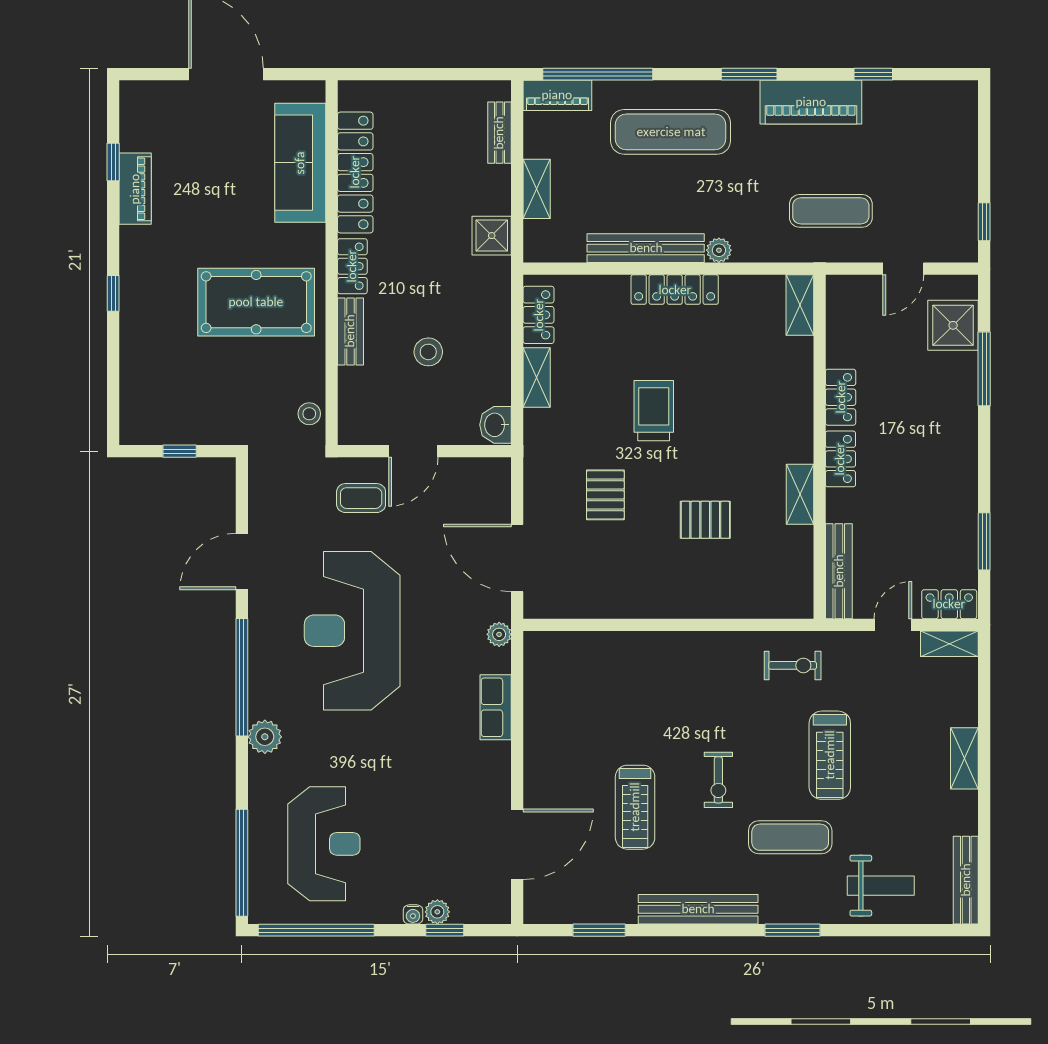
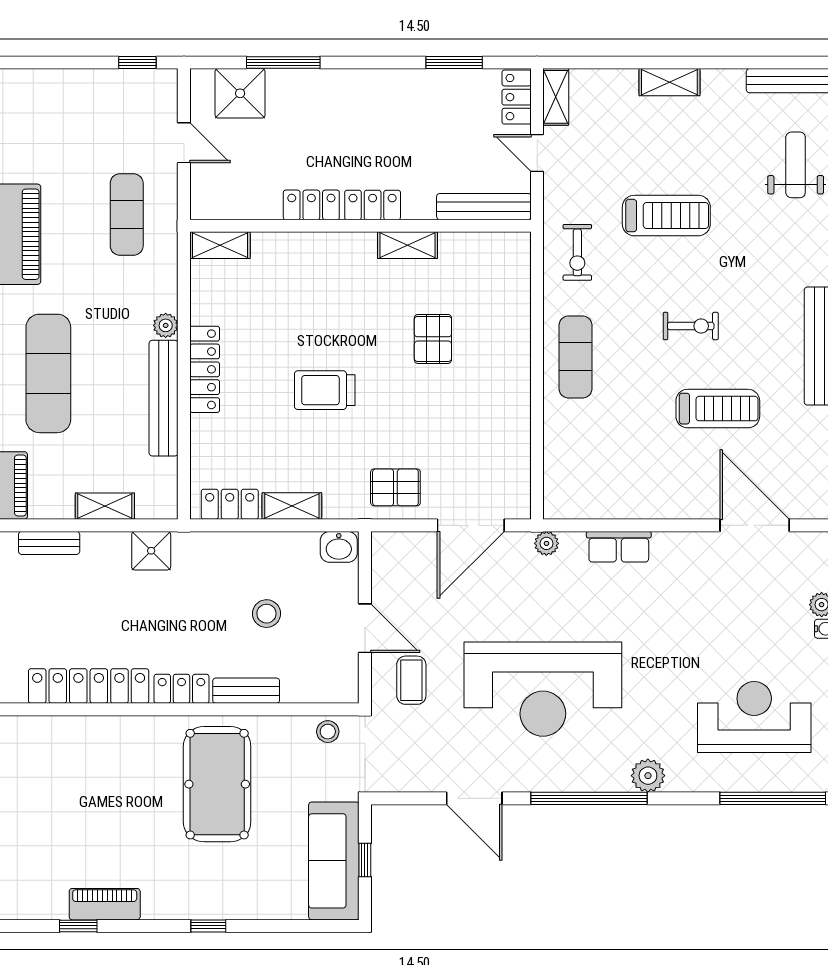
sofa: (300, 163) -> (334, 861), moved, turned 90
pallet: (605, 495) -> (395, 487), moved
exercise bike: (793, 665) -> (577, 252), turned 180
exercise mat: (790, 837) -> (575, 357), moved

